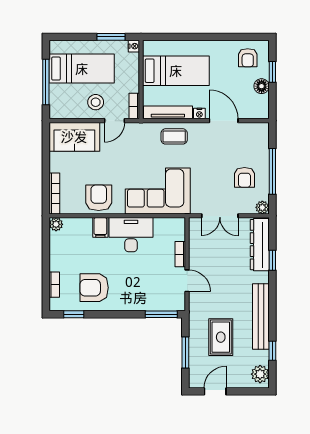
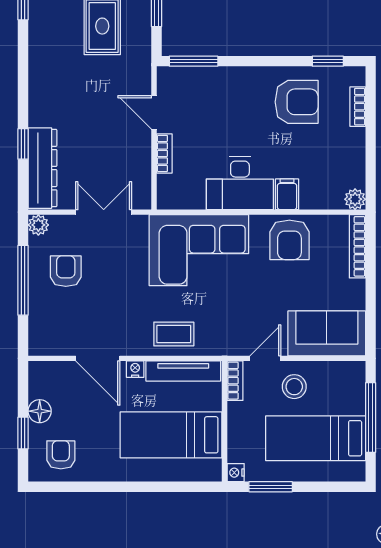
bench: (261, 317) -> (41, 58), removed

